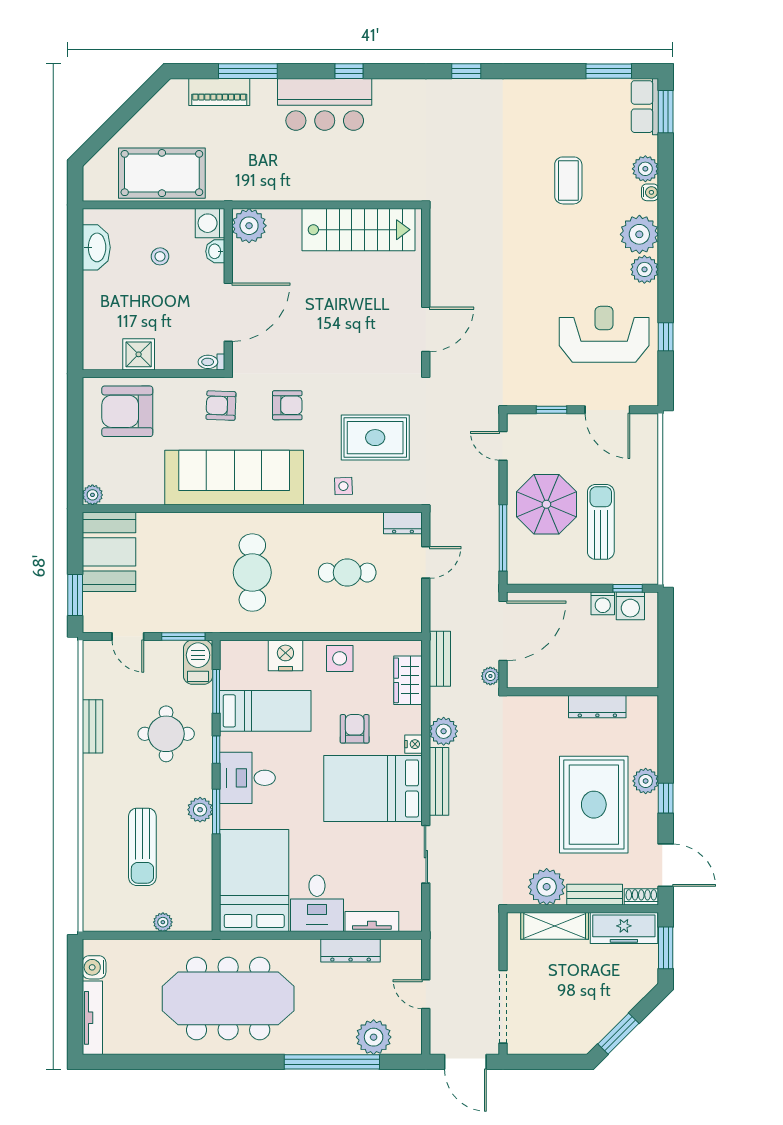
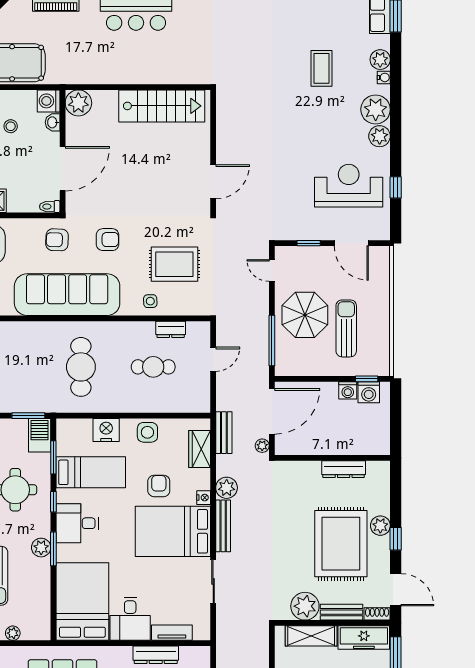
dresser: (403, 523) -> (171, 329), moved

